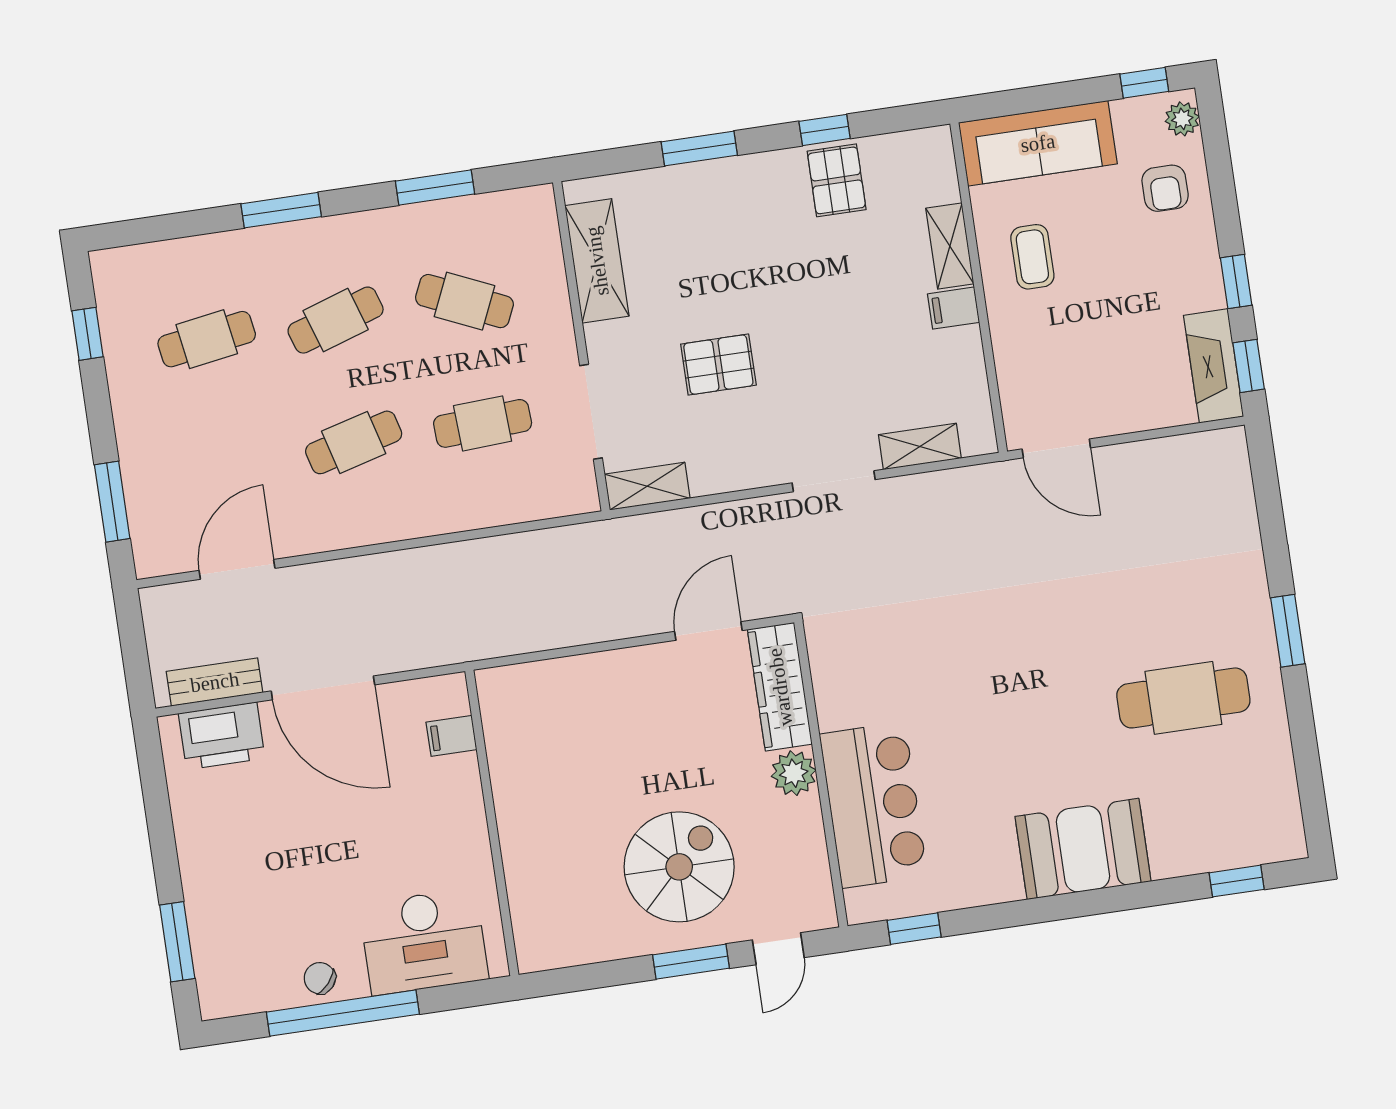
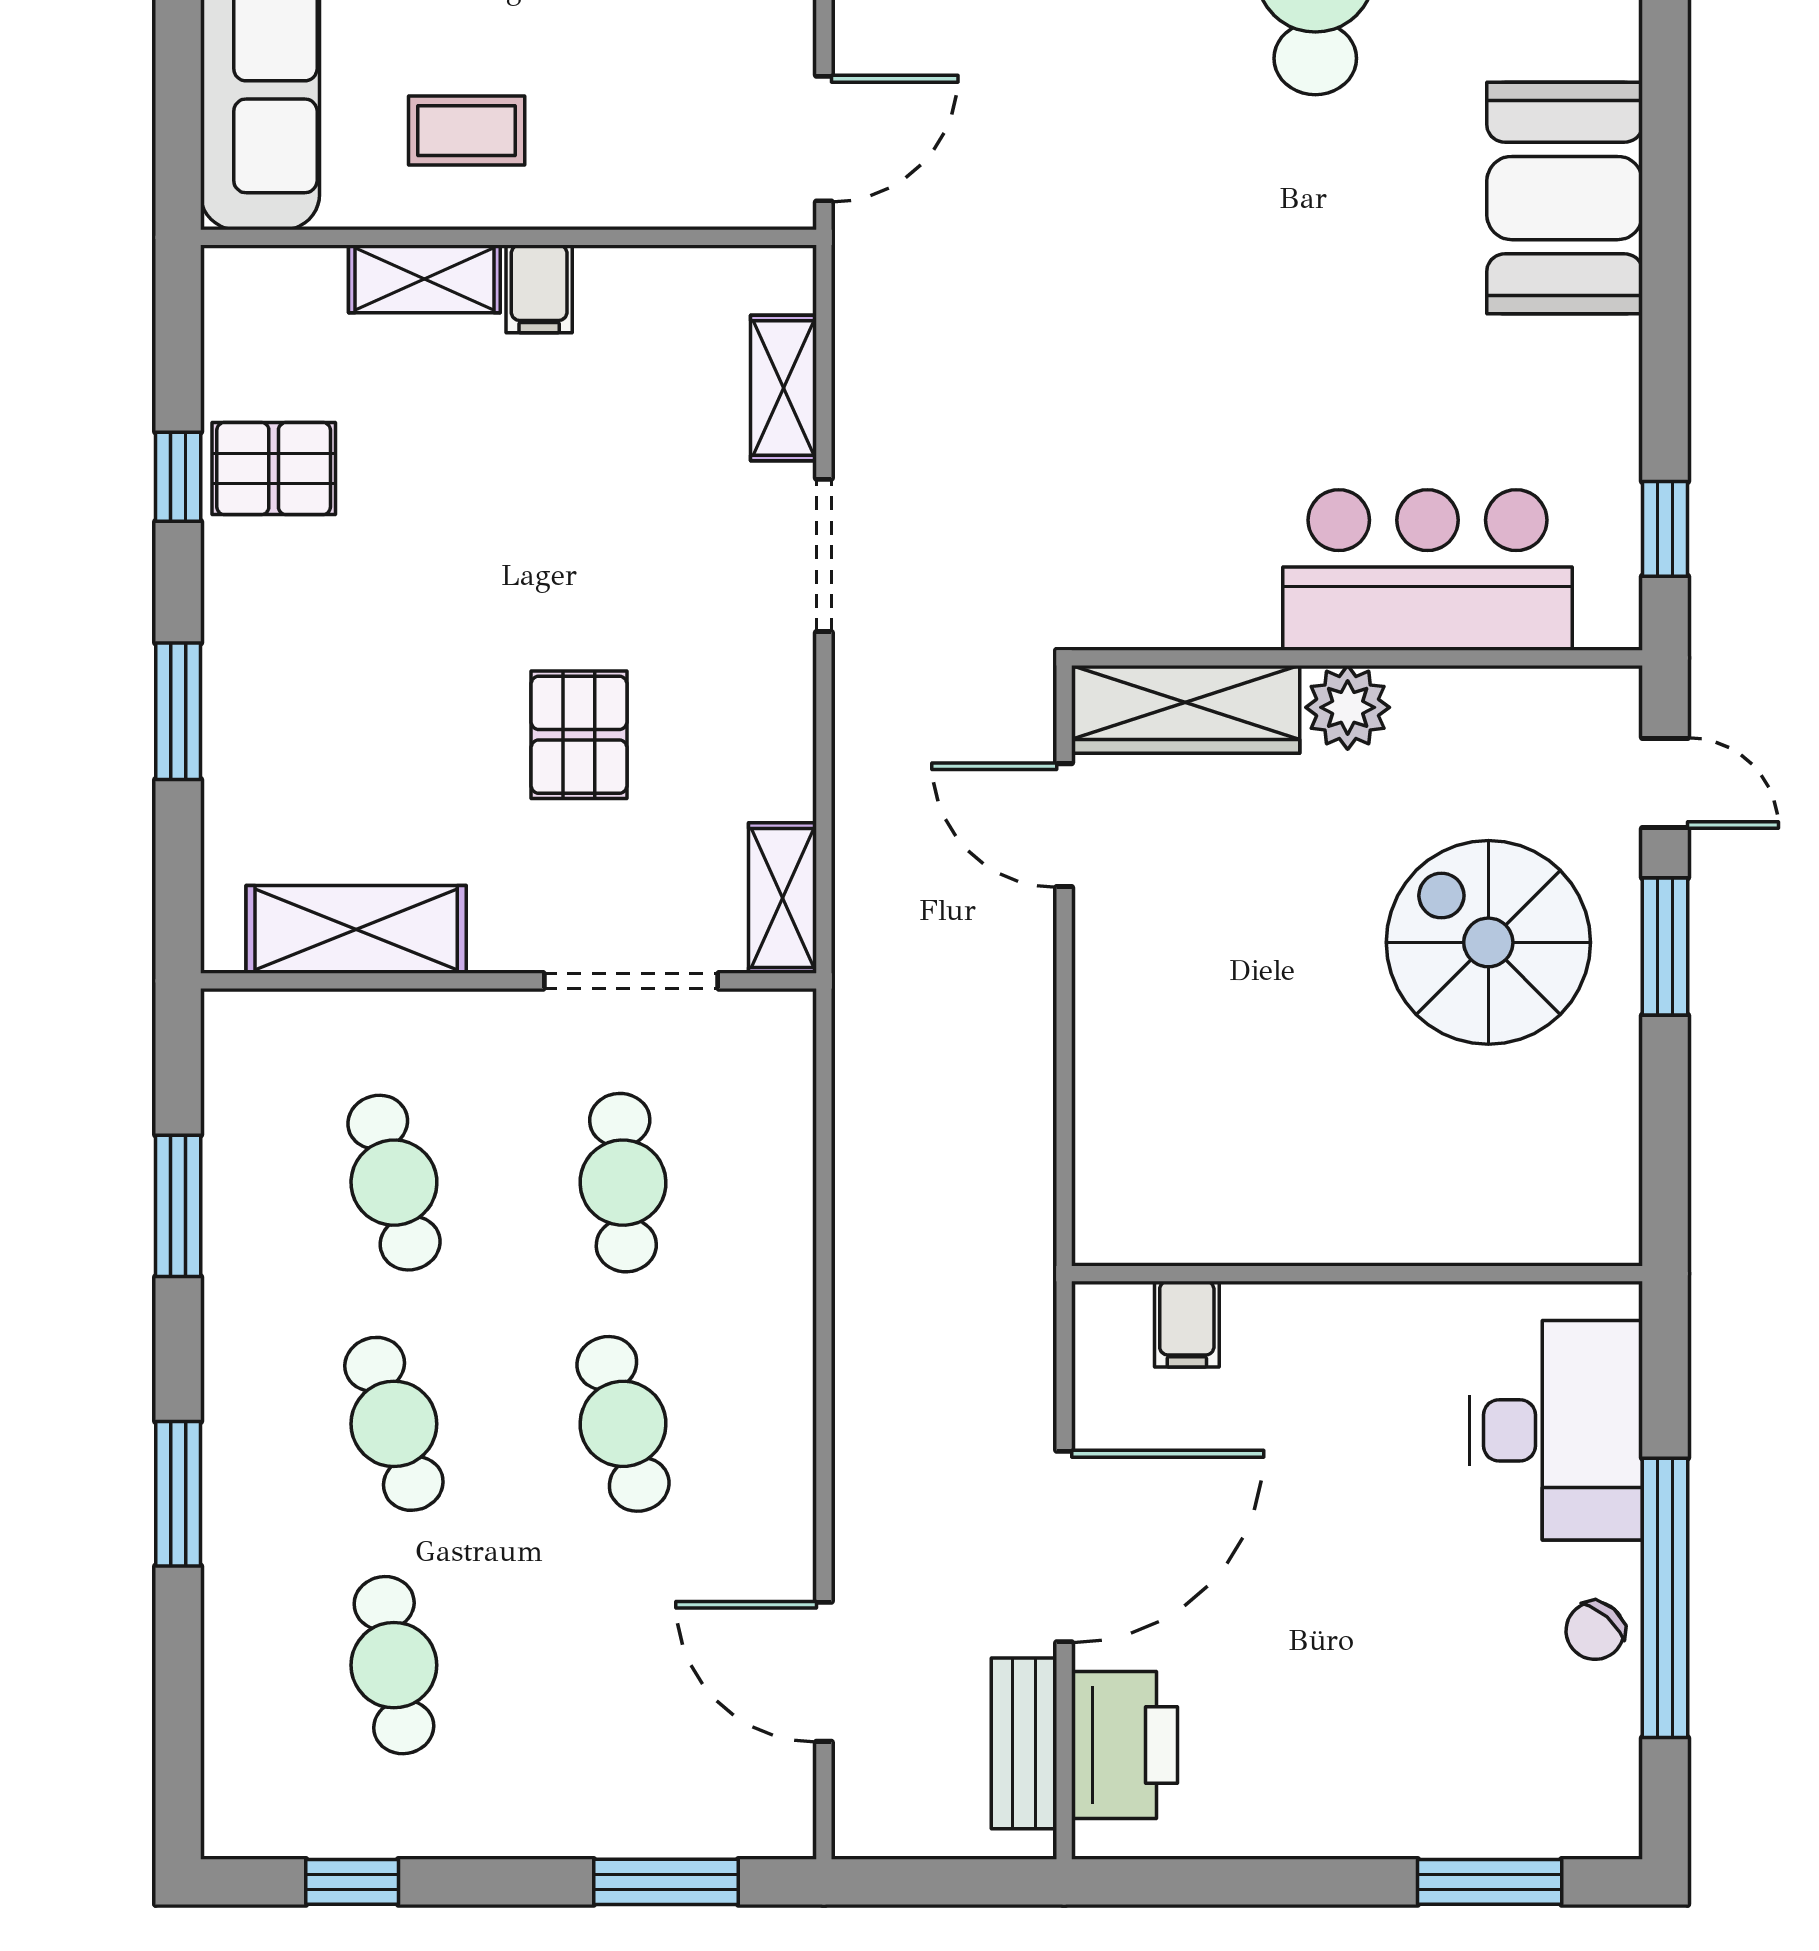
cafe table: (464, 301) -> (394, 1183), turned -39

